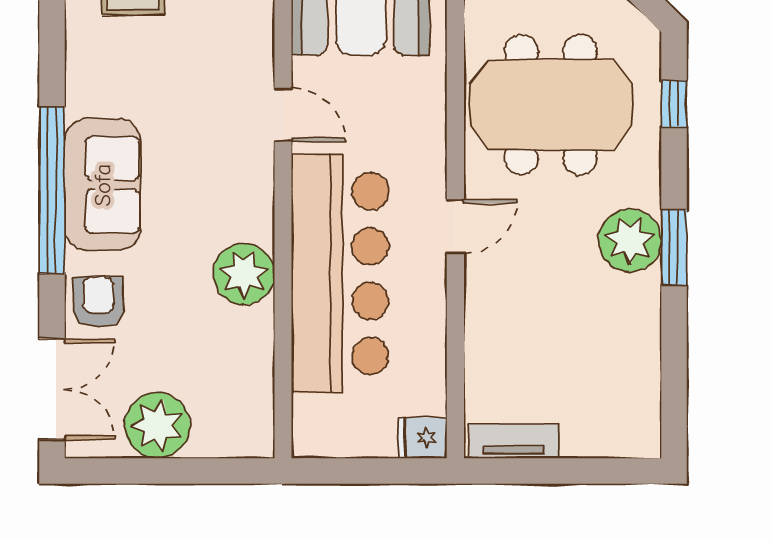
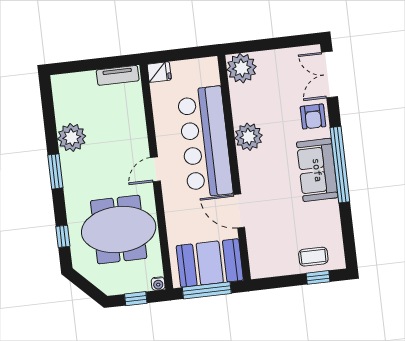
door: (283, 115) -> (239, 211), width x1.38
plant: (630, 240) -> (72, 138), moved
plant: (157, 426) -> (242, 68), moved

